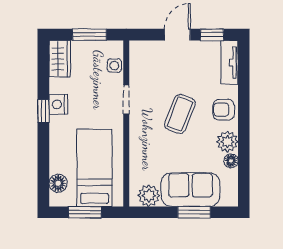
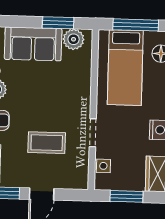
coffee table: (180, 114) -> (47, 143), moved, turned 68
window: (85, 212) -> (136, 25), width x1.44
window: (194, 212) -> (58, 23), moved

